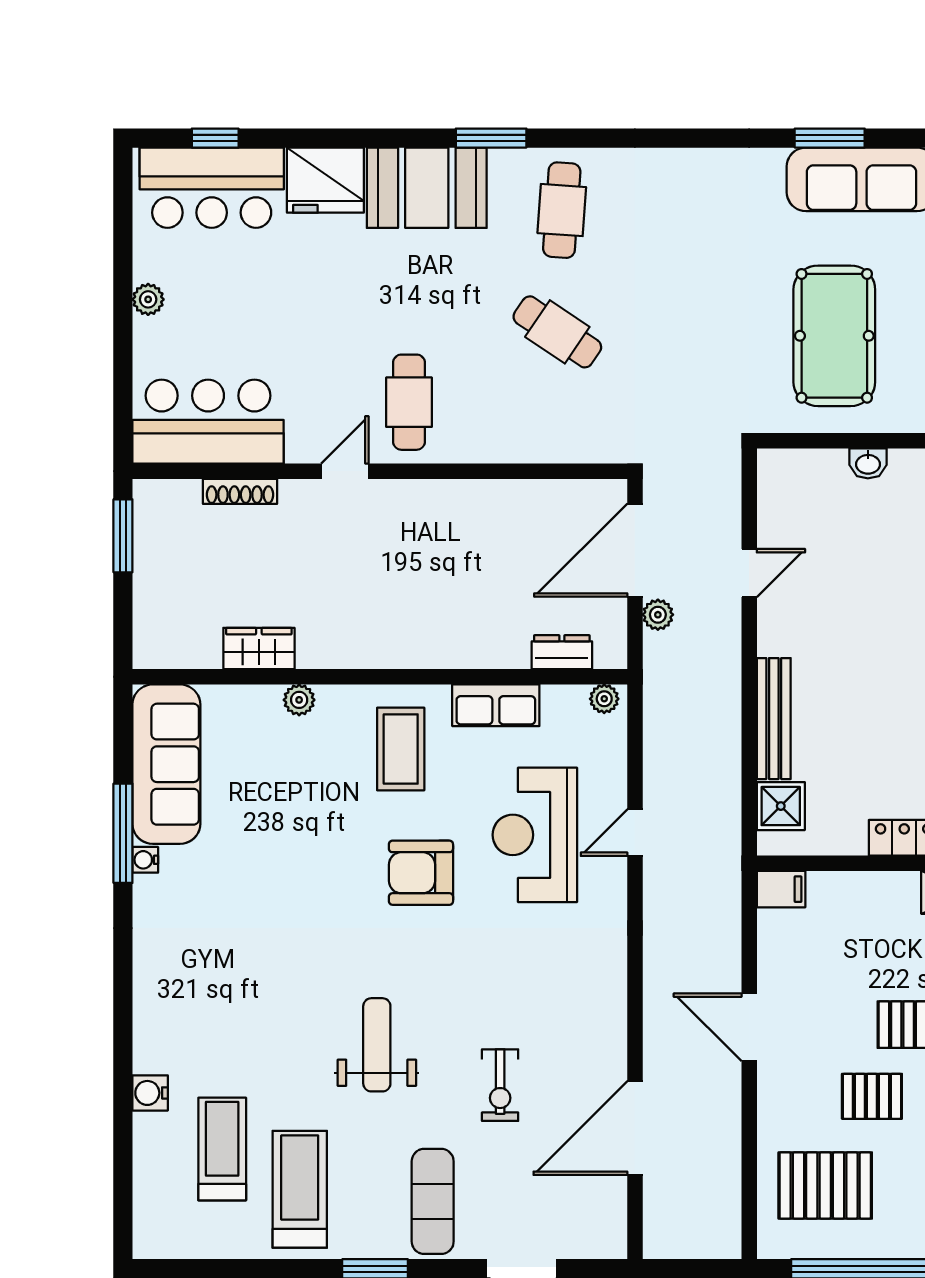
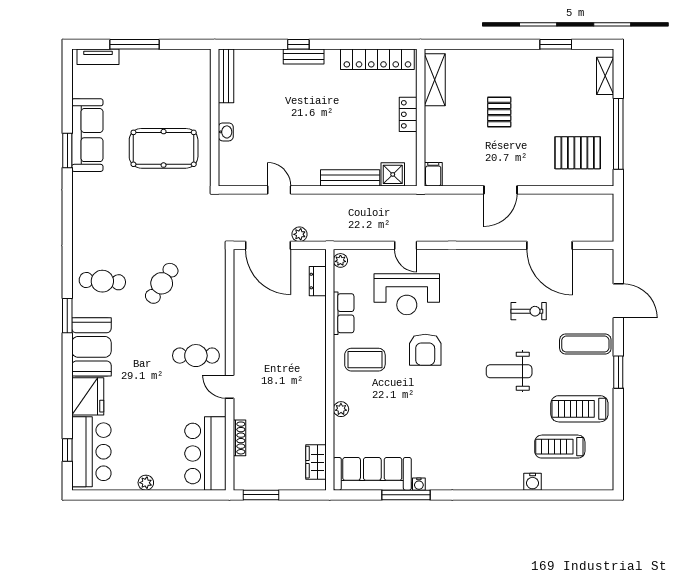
wardrobe: (259, 648) -> (316, 462), moved
pallet: (872, 1096) -> (534, 130), removed
pallet: (825, 1186) -> (578, 153), turned 90

